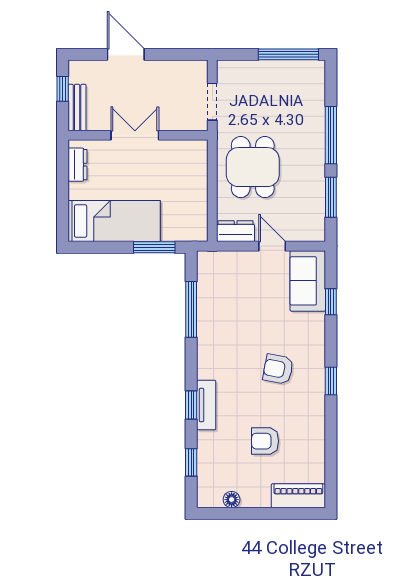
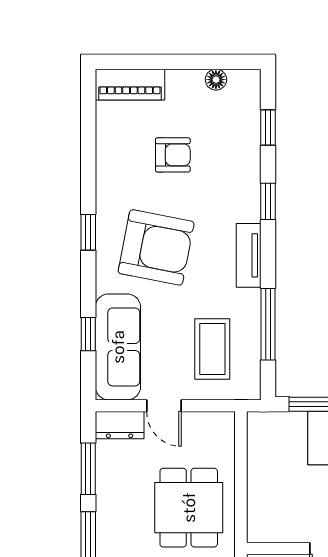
dresser: (236, 231) -> (120, 425), moved
sofa: (308, 281) -> (118, 347), width x1.36
coffee table: (234, 290) -> (212, 349), added
armchair: (278, 369) -> (156, 247), width x1.88, depth x1.88
tv unit: (206, 405) -> (249, 255), moved

